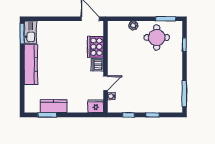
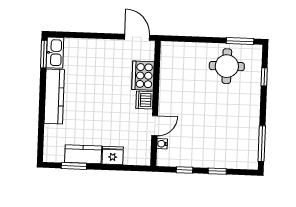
plant: (133, 25) -> (196, 48), removed
fridge: (96, 106) -> (113, 156), moved

